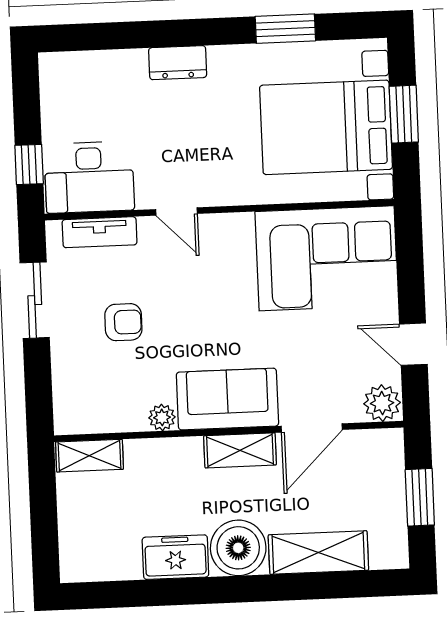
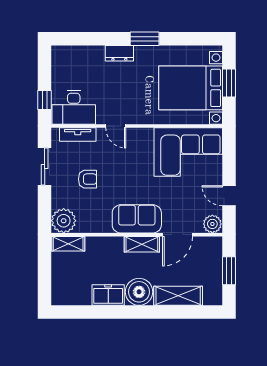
window: (285, 29) -> (145, 39), moved
plant: (162, 417) -> (64, 221), moved, width x1.87, depth x1.87

